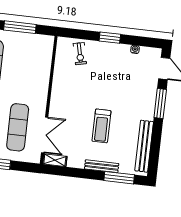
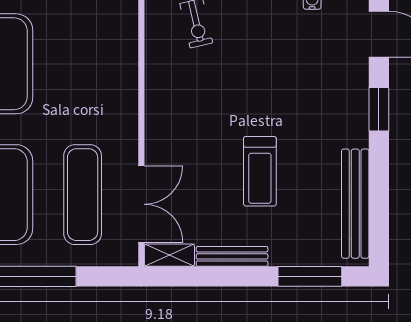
window: (160, 104) -> (379, 109), width x0.69
bench: (102, 166) -> (232, 256), moved

